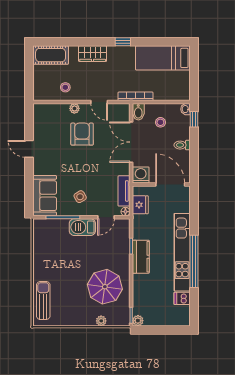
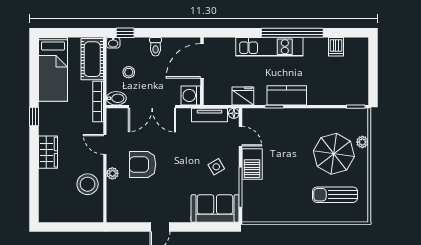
cot: (51, 55) -> (92, 59), moved
stool: (65, 87) -> (88, 184), width x1.89, depth x1.89
door: (99, 102) -> (105, 144), swing flipped
fridge: (140, 205) -> (243, 96), moved
kitchen unit: (182, 252) -> (269, 47), width x0.73
parasol: (105, 287) -> (334, 154), moved
sun lounger: (43, 301) -> (335, 195), moved
plant: (138, 321) -> (362, 99), removed

